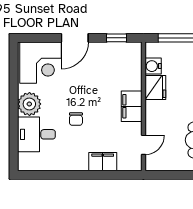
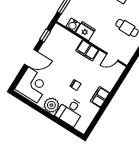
door: (75, 38) -> (31, 58), hinge flipped
door: (143, 145) -> (112, 57), swing flipped
filing cabinet: (103, 162) -> (100, 97), moved

